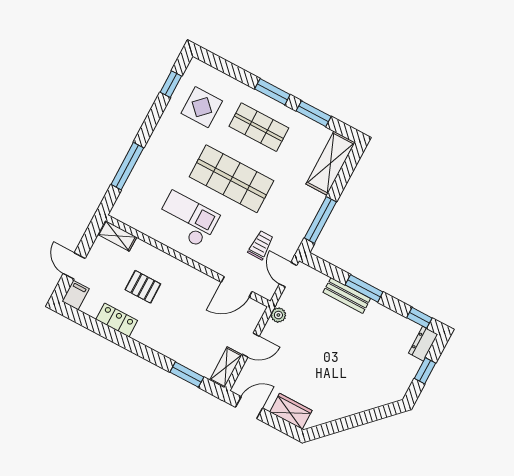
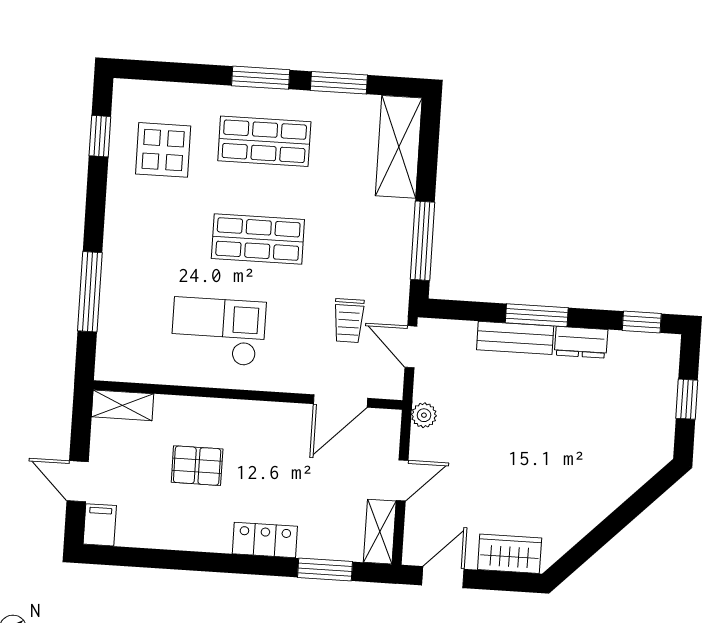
shop shelf: (231, 179) -> (258, 239), width x0.70, depth x0.74
trolley: (261, 245) -> (349, 321), turned 180
locker: (117, 320) -> (265, 540), moved
dresser: (423, 344) -> (581, 342), moved, turned -90

